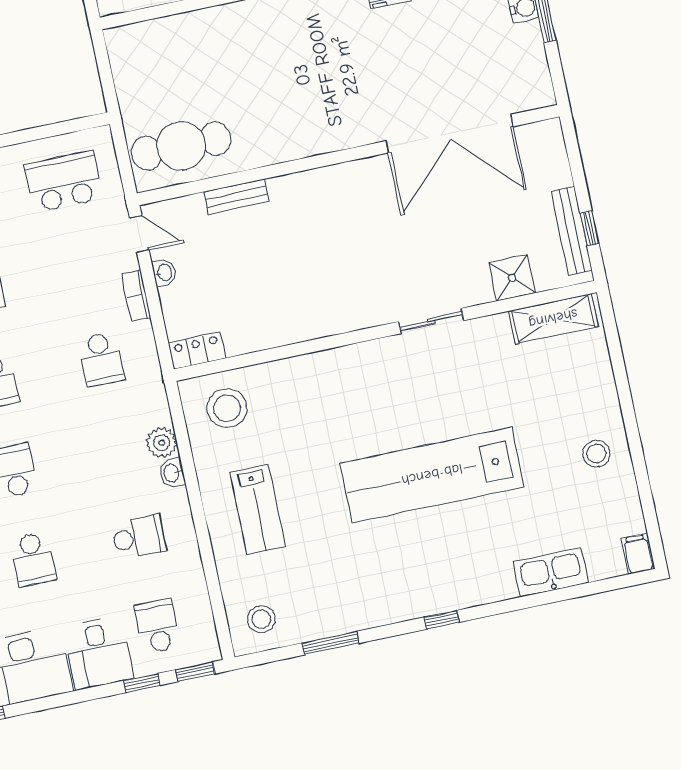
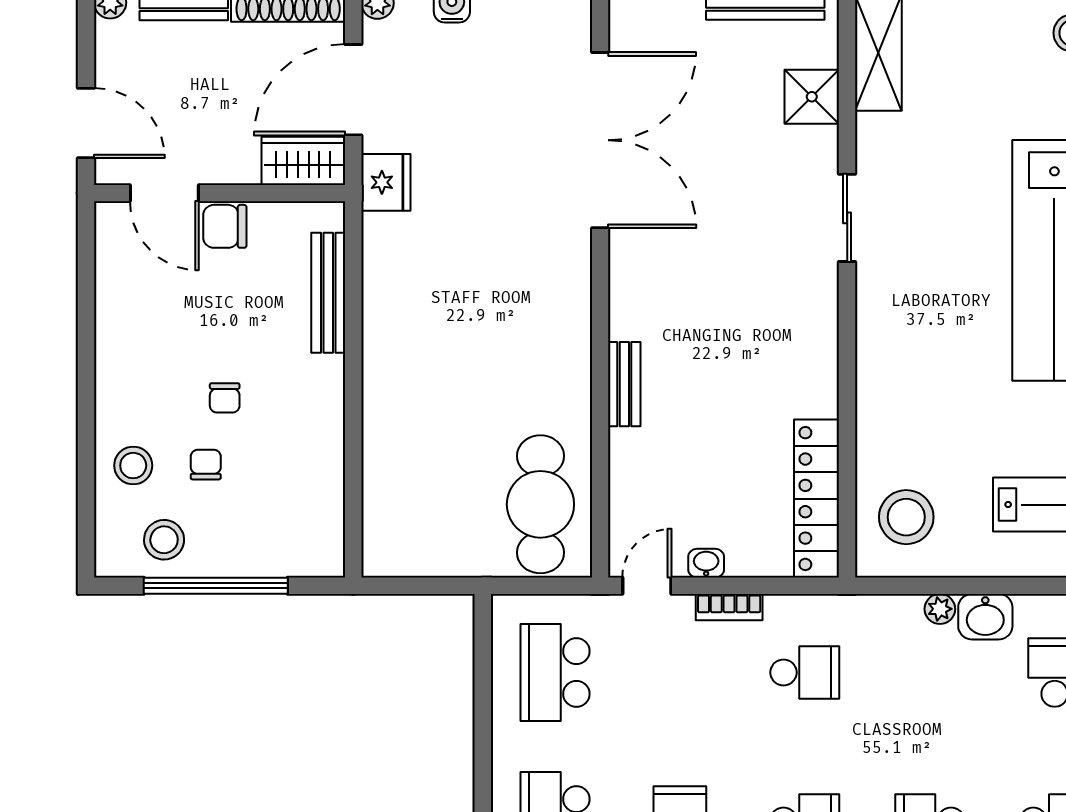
bench: (237, 197) -> (624, 384), moved
locker: (197, 351) -> (817, 499), width x2.16, depth x1.21
plant: (162, 443) -> (940, 609), width x0.73, depth x0.73
washbasin: (172, 473) -> (985, 617), width x1.38, depth x1.45

